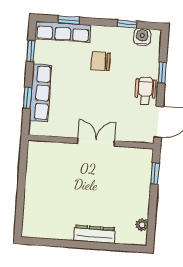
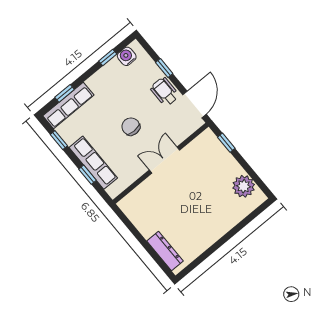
chair: (101, 61) -> (131, 127), moved, turned 90
plant: (142, 225) -> (244, 186), width x1.88, depth x1.88
dresser: (95, 234) -> (165, 251), moved, turned 90

